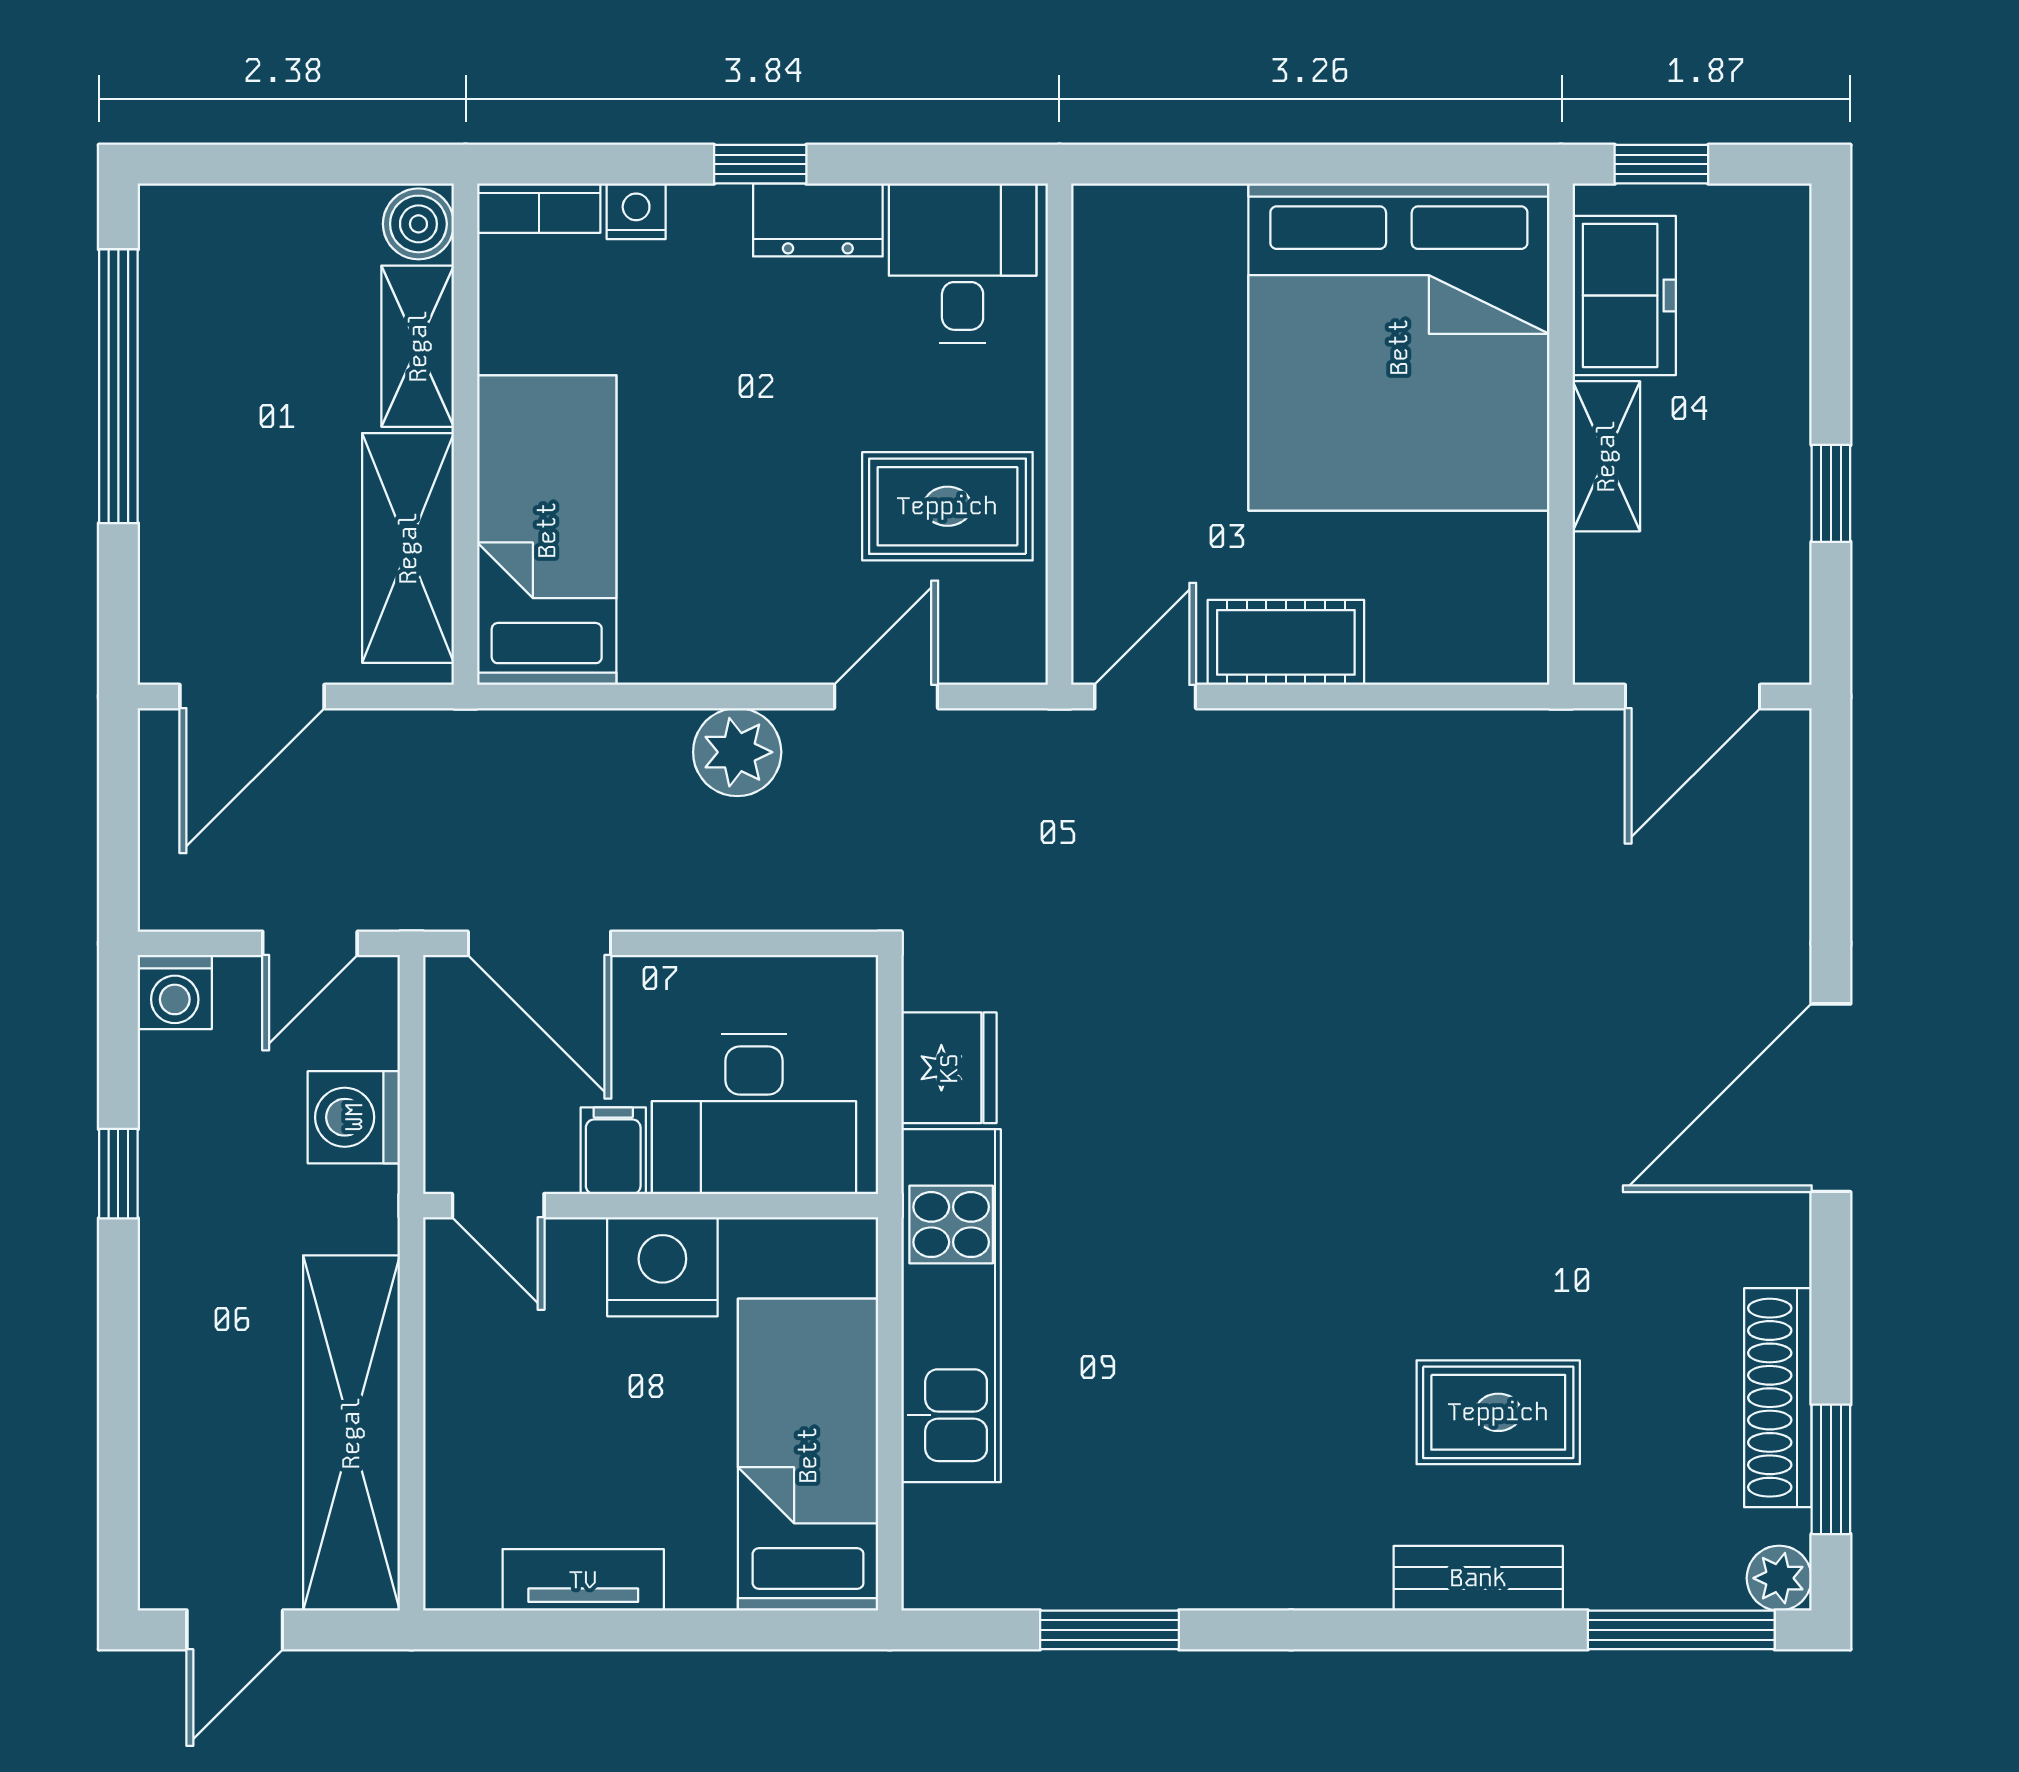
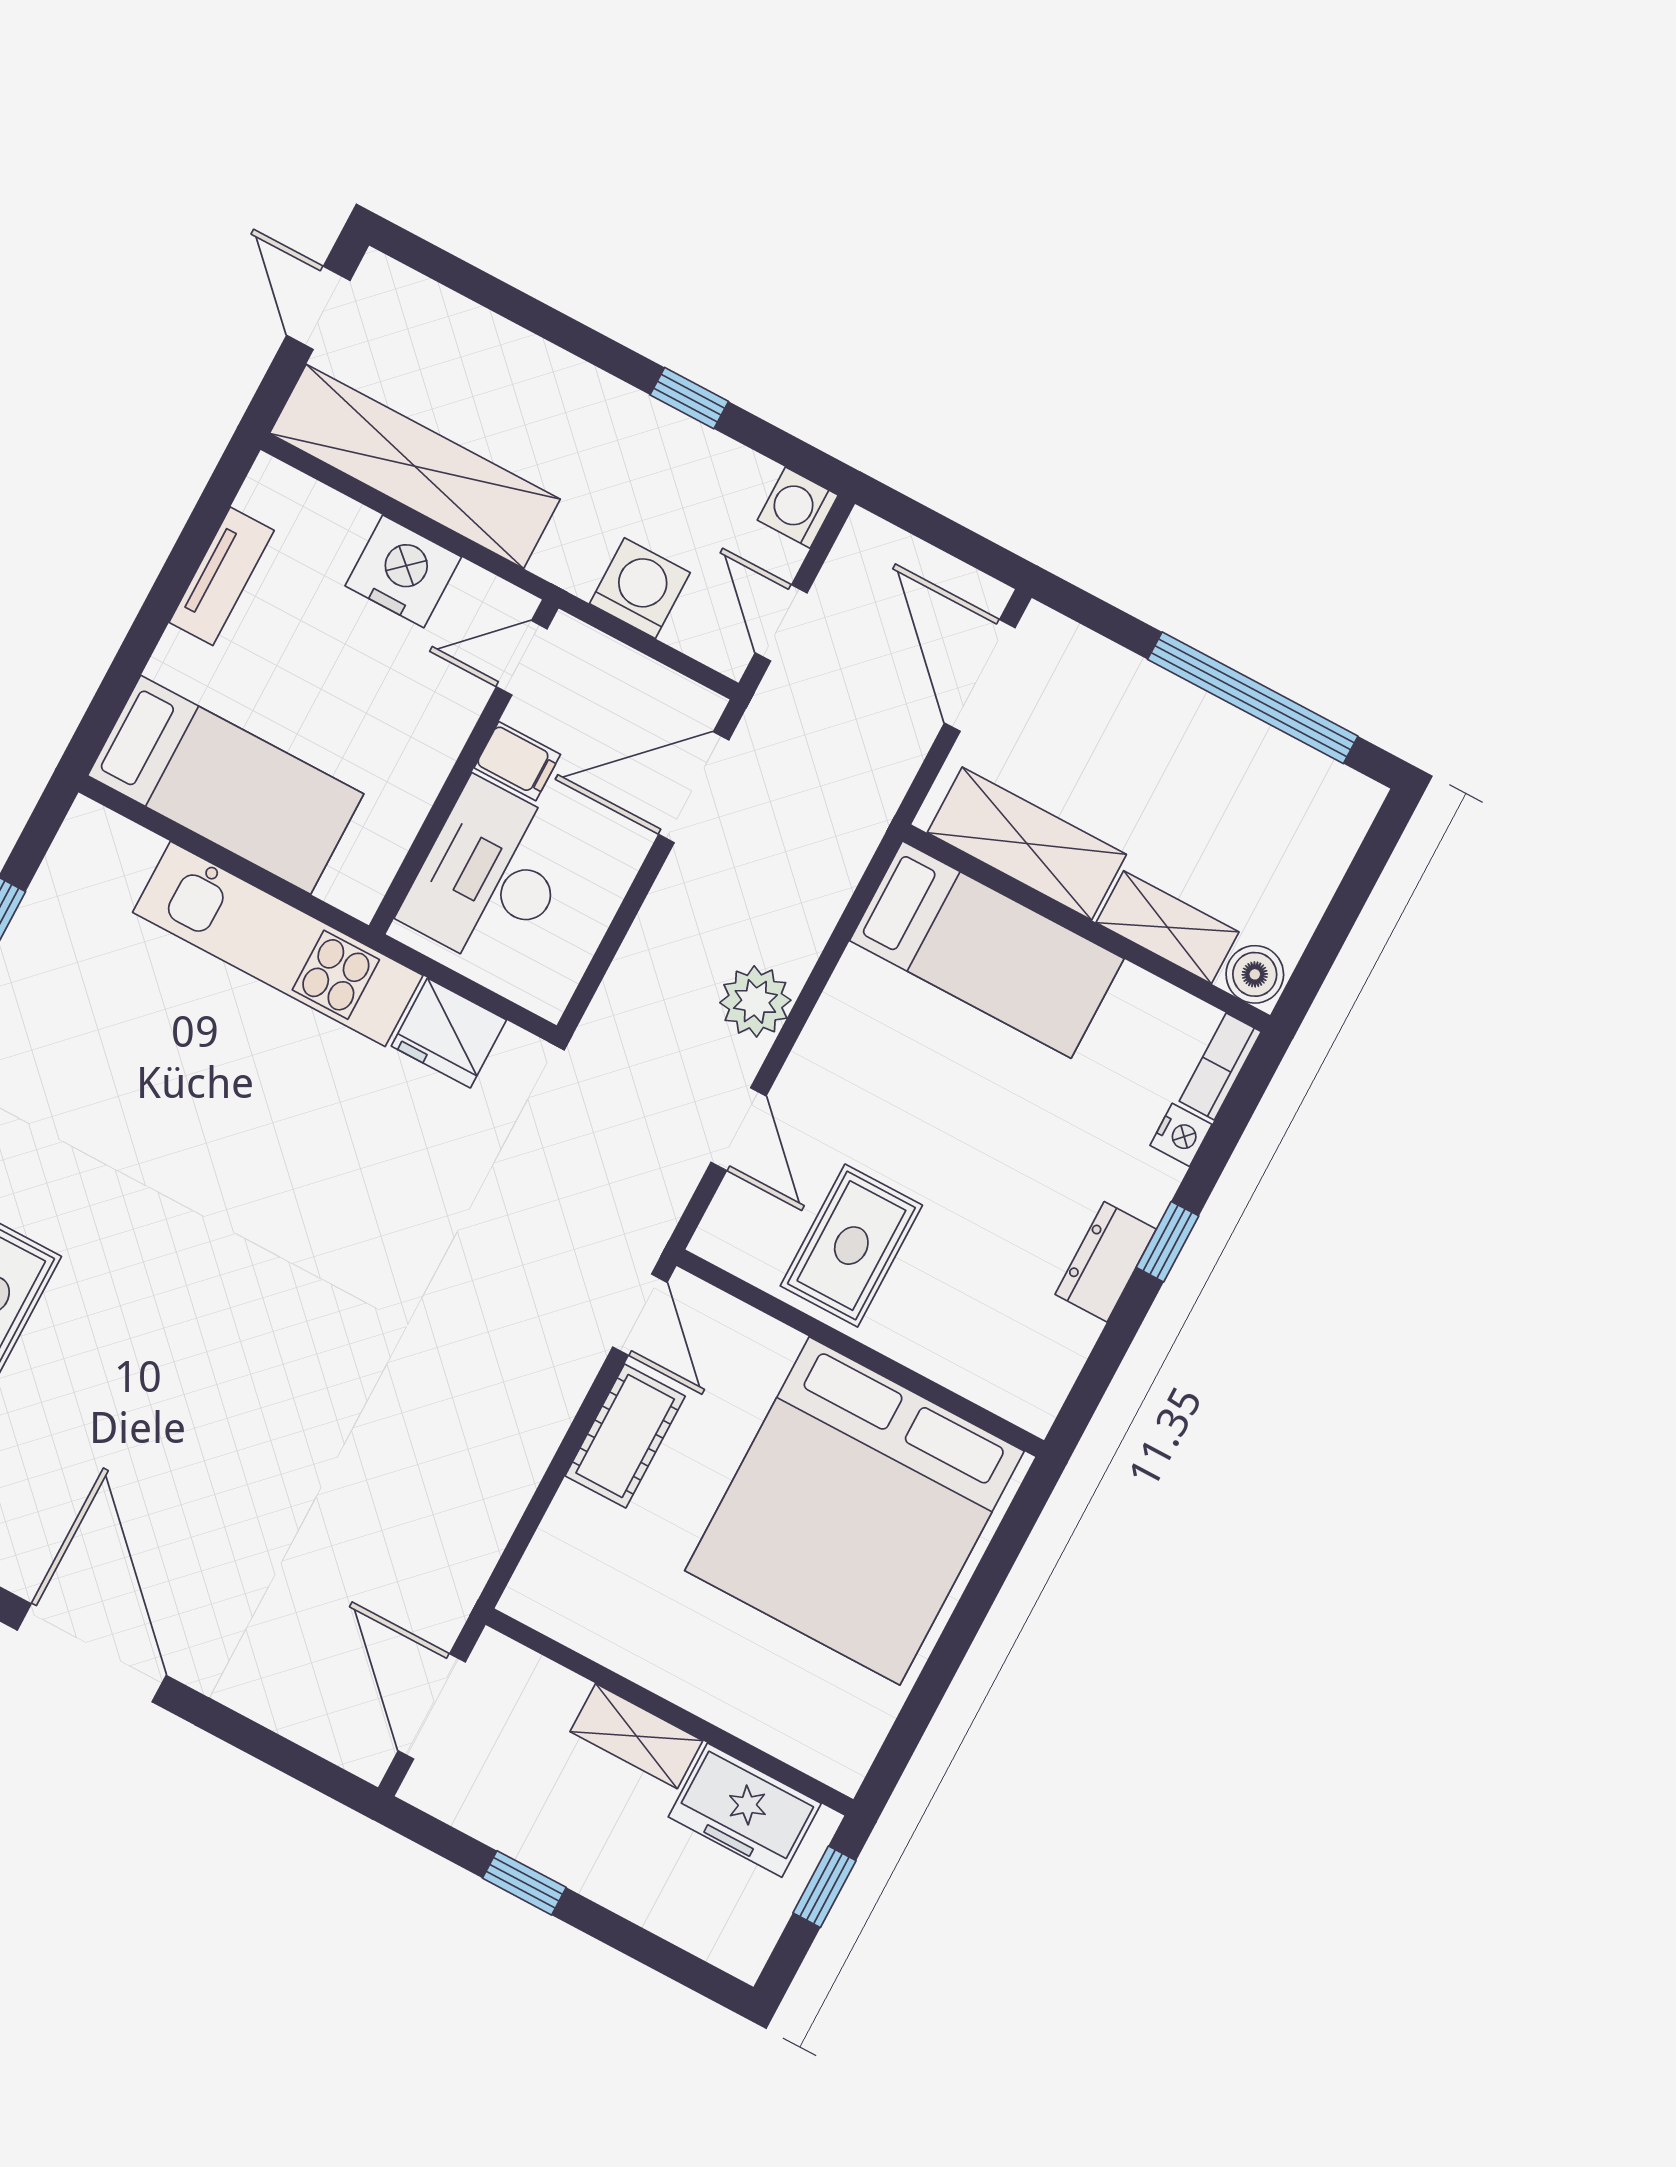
desk: (963, 263) -> (1020, 1349), removed
bed: (1399, 347) -> (855, 1511), moved, turned -90
nightstand: (662, 1267) -> (403, 571), moved, turned -90

